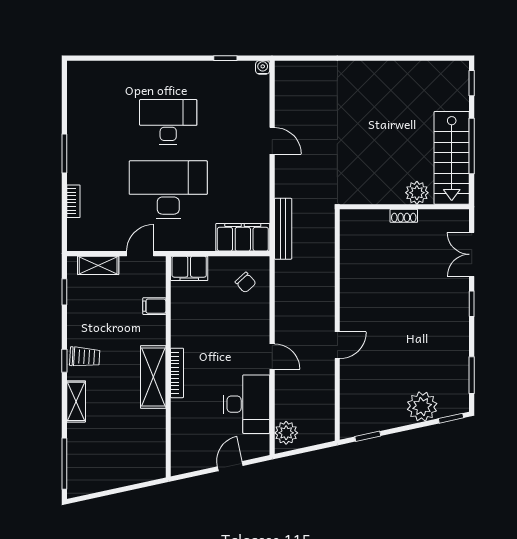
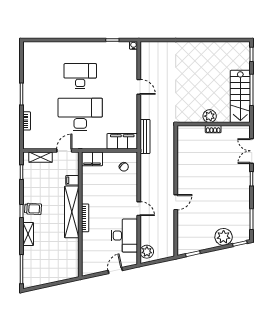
plant: (417, 193) -> (210, 116), moved
shelving: (153, 377) -> (72, 212), width x1.47

